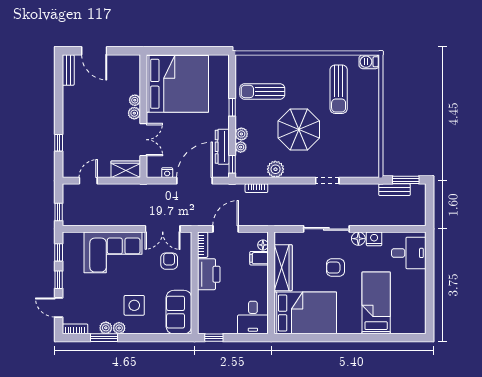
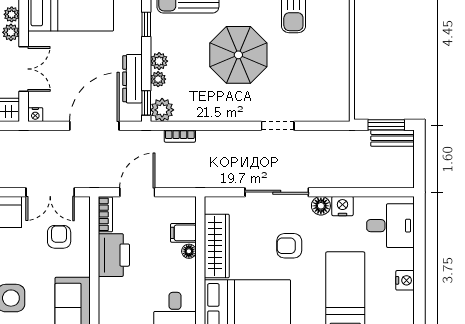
plant: (275, 169) -> (162, 110), moved
nightstand: (167, 173) -> (35, 115), moved
bench: (394, 190) -> (392, 138), moved
floor lamp: (263, 245) -> (189, 251), moved
nightstand: (419, 293) -> (405, 280), added

